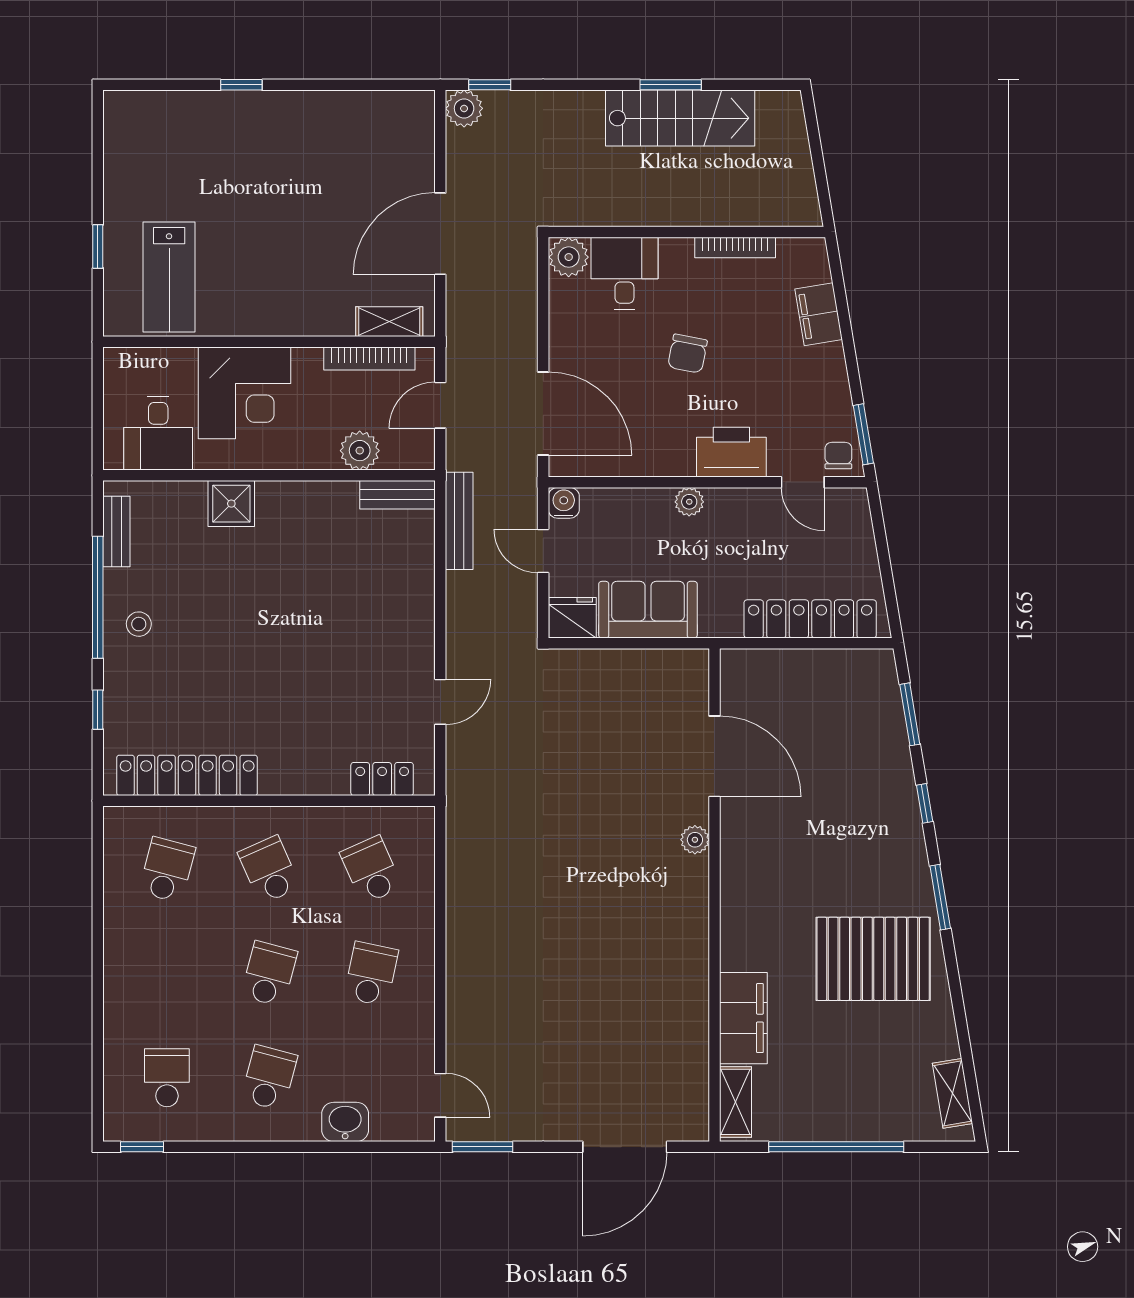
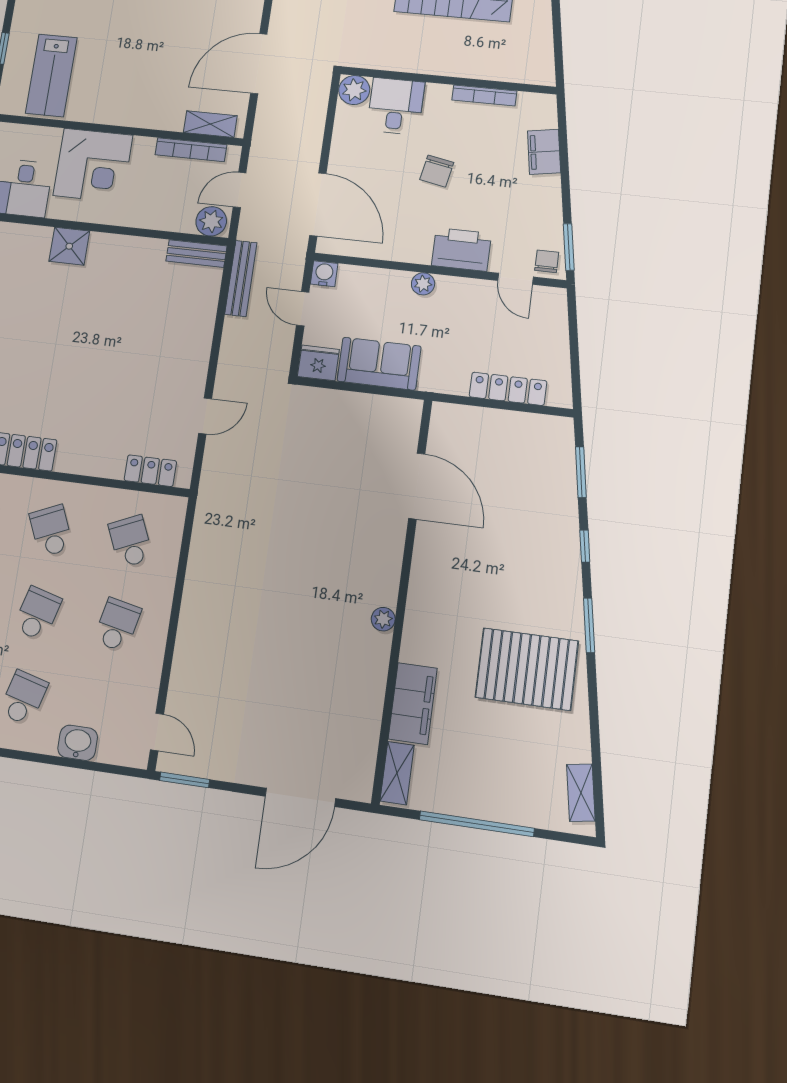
plant: (360, 451) -> (211, 221), moved
locker: (810, 619) -> (508, 389), width x0.71, depth x0.83
plant: (695, 840) -> (383, 619), moved

